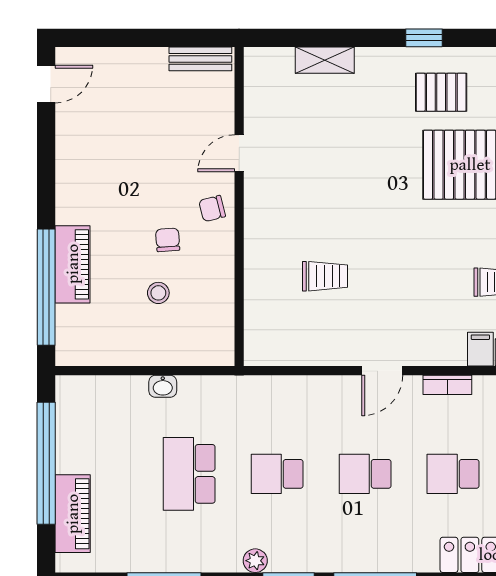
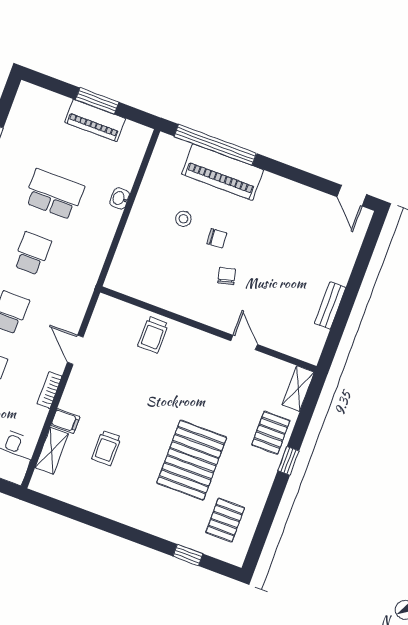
pallet: (441, 92) -> (271, 433), moved
door: (239, 153) -> (244, 343), moved
wall: (239, 207) -> (208, 329), moved
piano: (73, 264) -> (223, 172), width x1.37, depth x1.33
window: (46, 463) -> (97, 101), width x0.47
piano: (73, 514) -> (95, 120), moved

